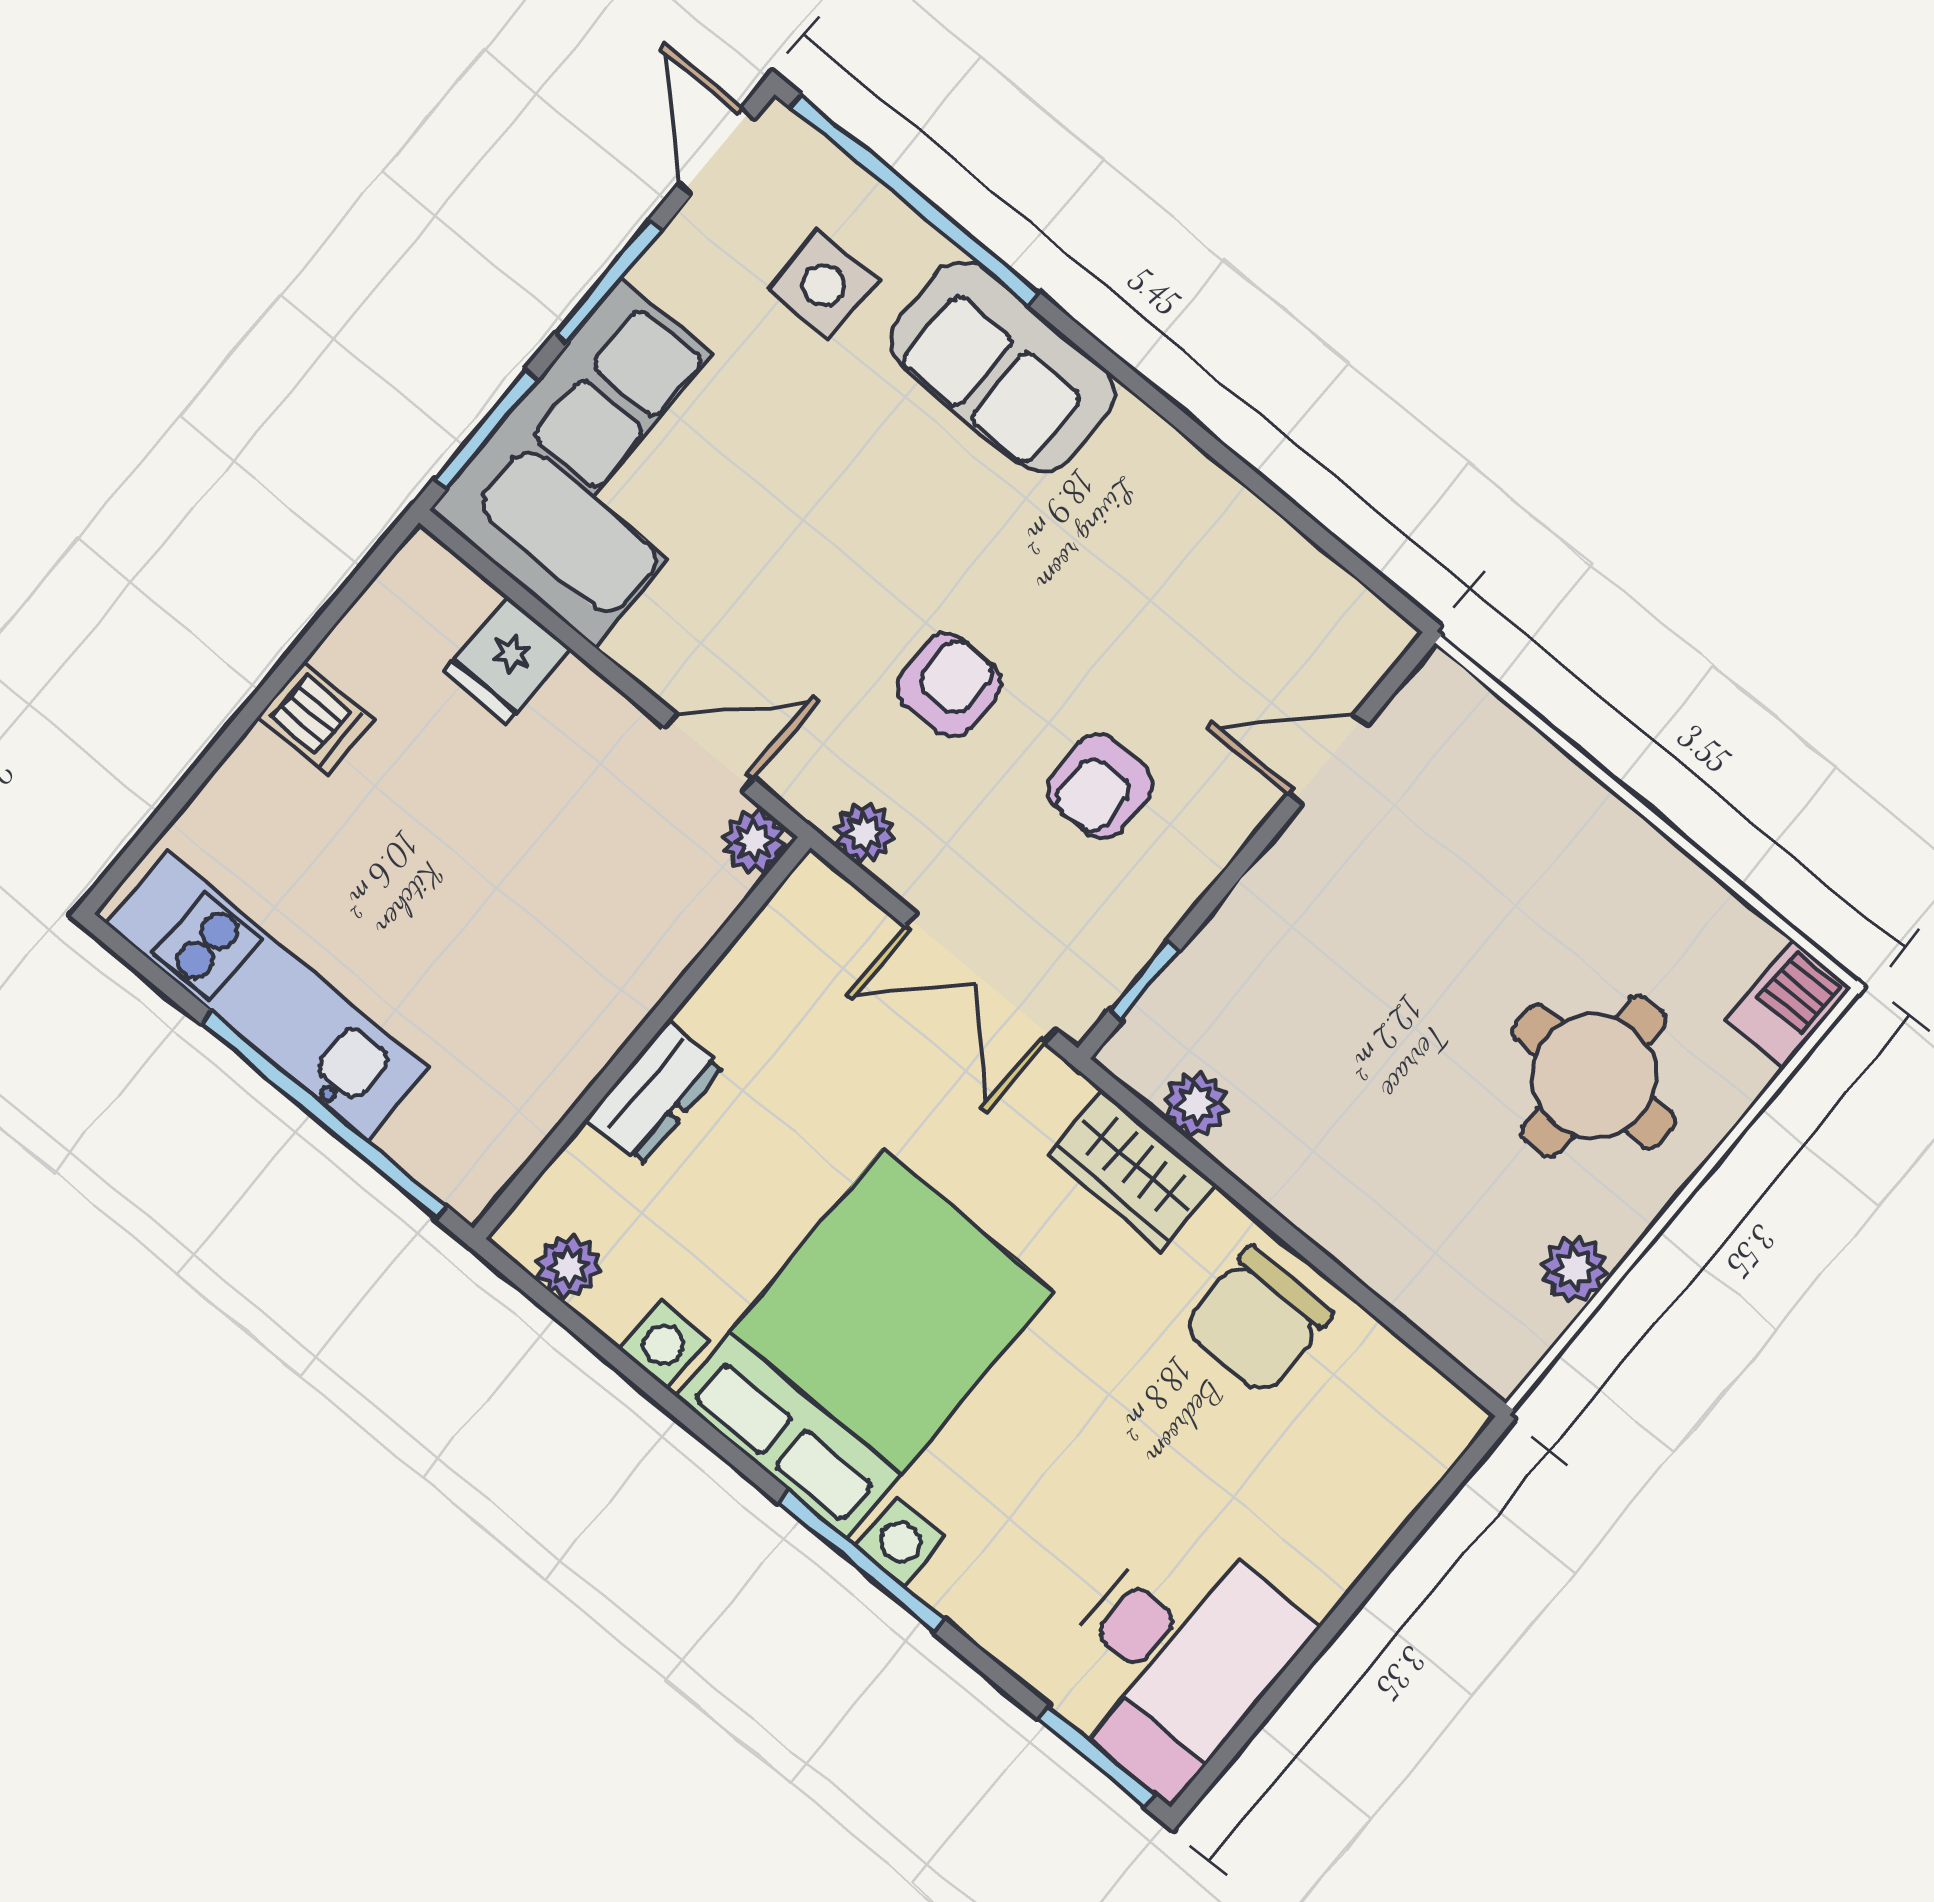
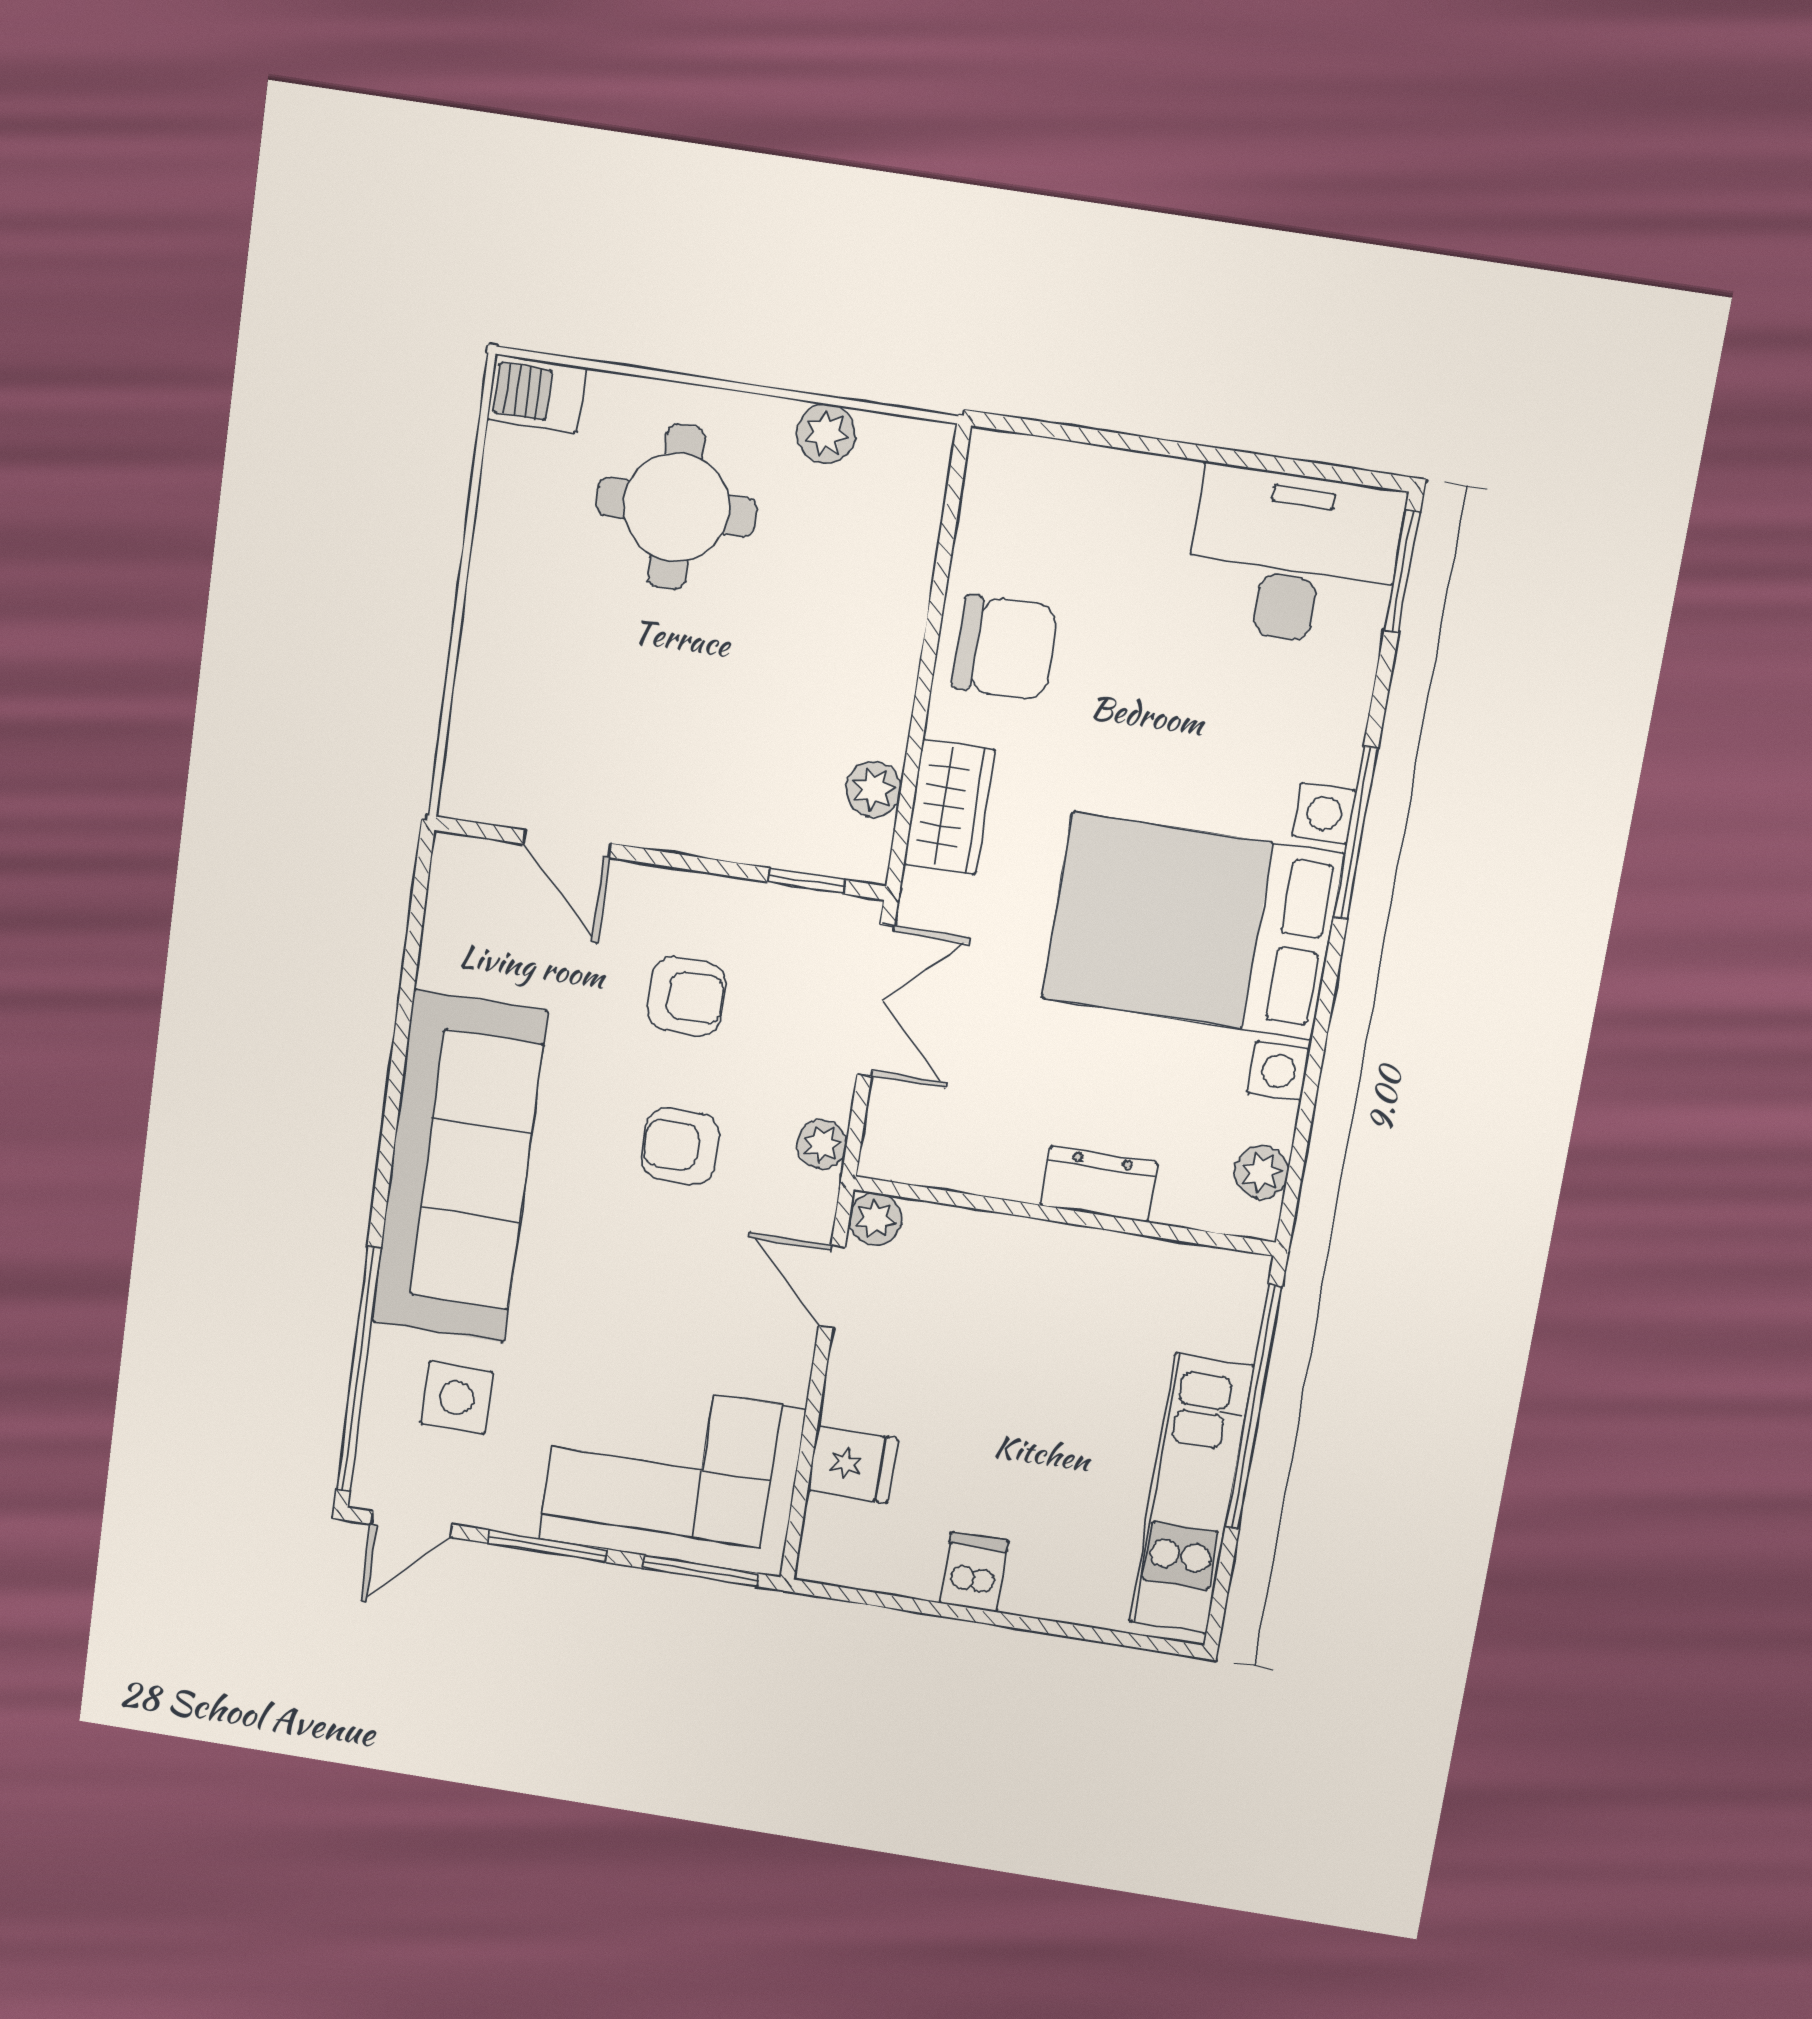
sofa: (1002, 367) -> (459, 1167), width x1.85, depth x1.27

